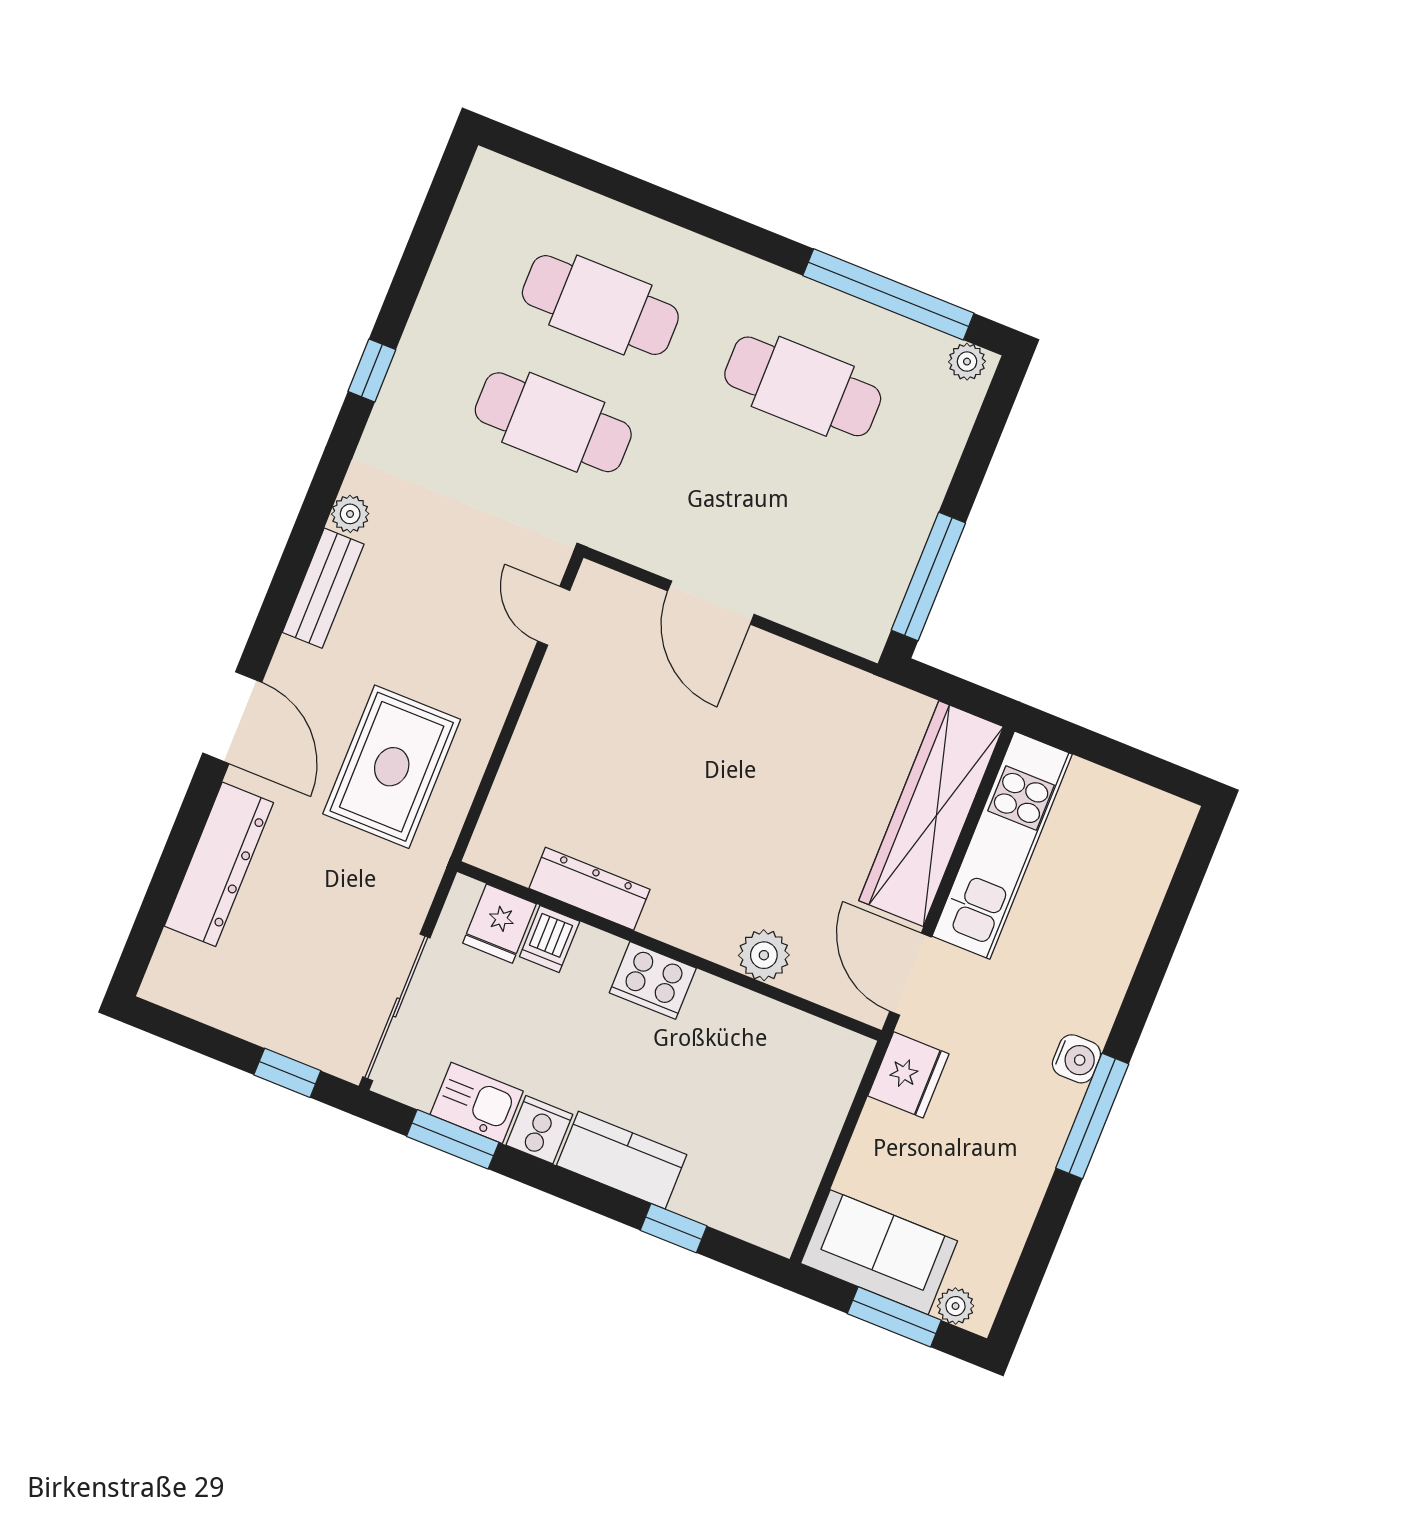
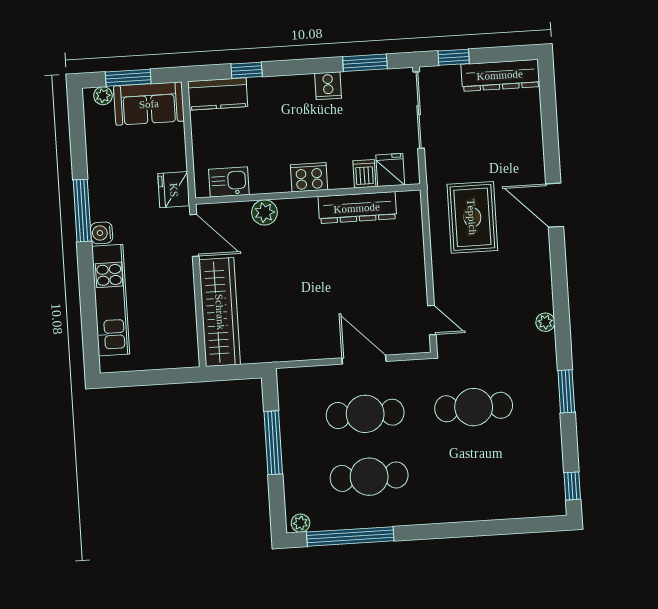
window: (443, 194) -> (572, 486), added
cafe table: (600, 305) -> (365, 414), moved
window: (372, 371) -> (566, 391), width x1.50
window: (928, 577) -> (273, 443), moved
bench: (323, 588) -> (542, 283), removed
kitchen unit: (1002, 845) -> (111, 300), moved, turned 180
dresser: (219, 864) -> (500, 75), moved, turned -90
dresser: (590, 889) -> (357, 208), width x1.37, depth x1.24
kitchen sink: (477, 1103) -> (229, 182), moved, turned 180
kitchen counter: (622, 1160) -> (218, 94), moved

